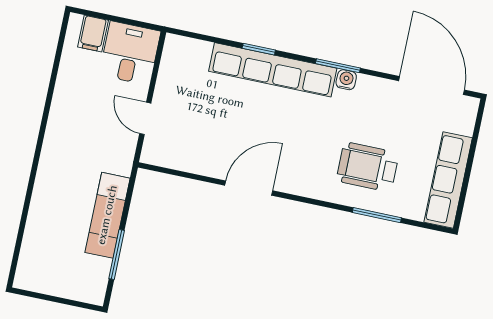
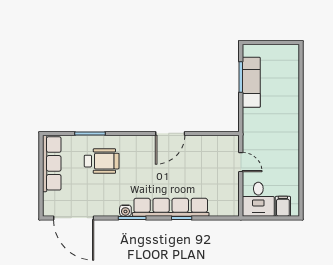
exam couch: (107, 215) -> (251, 82), moved

